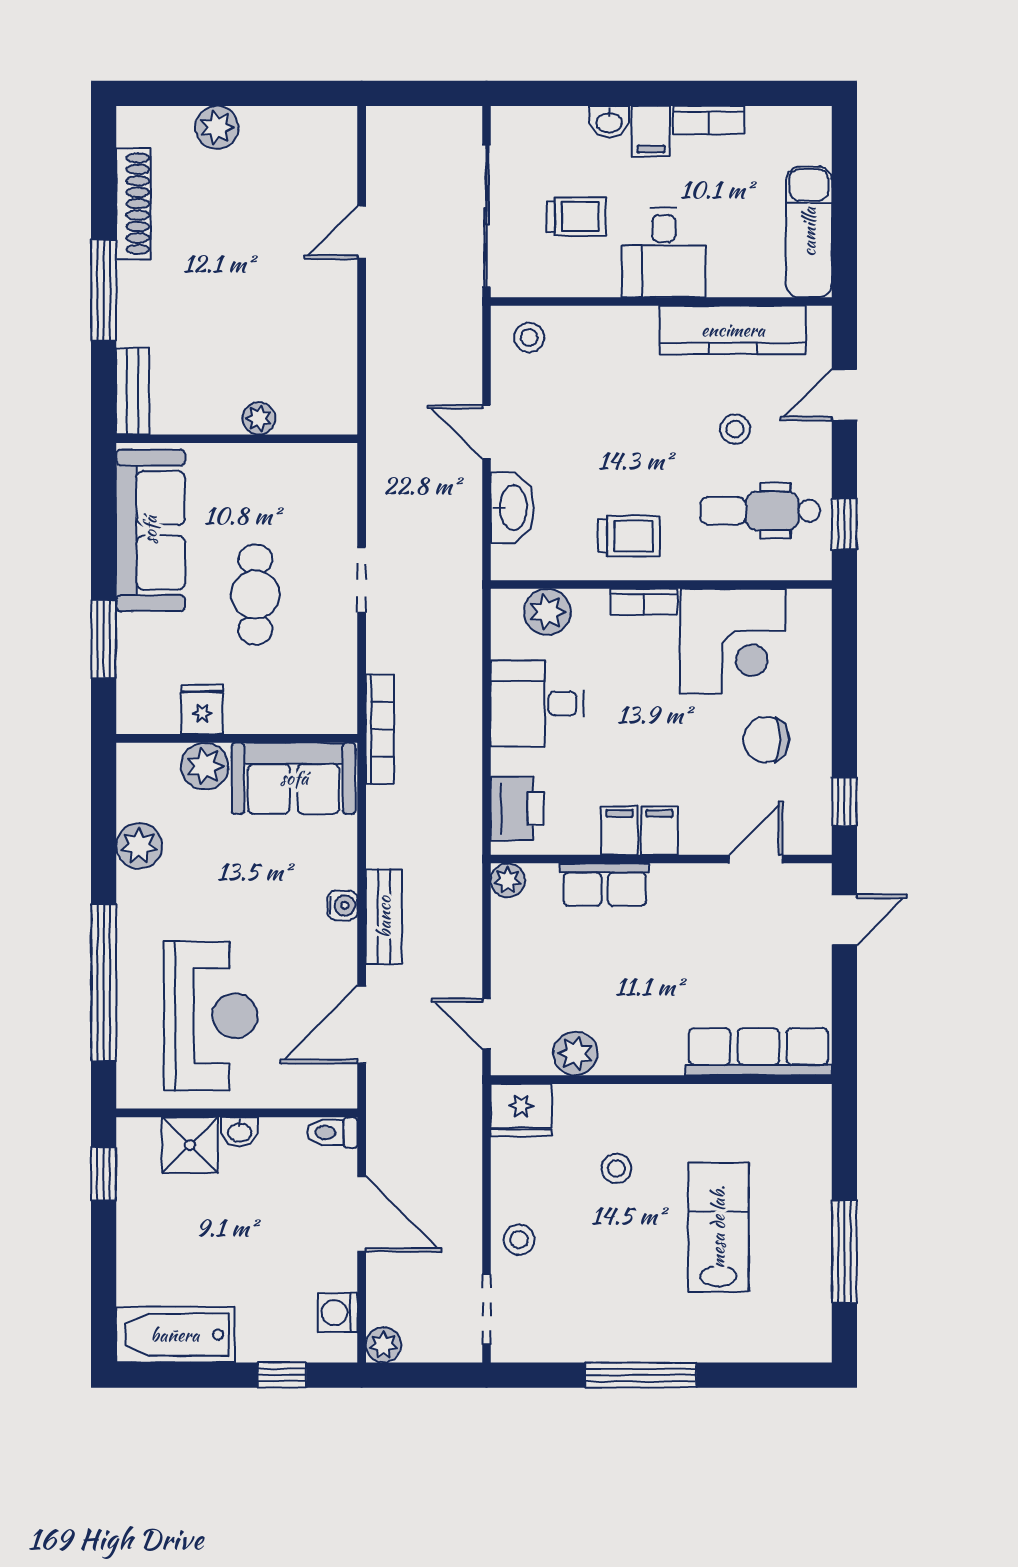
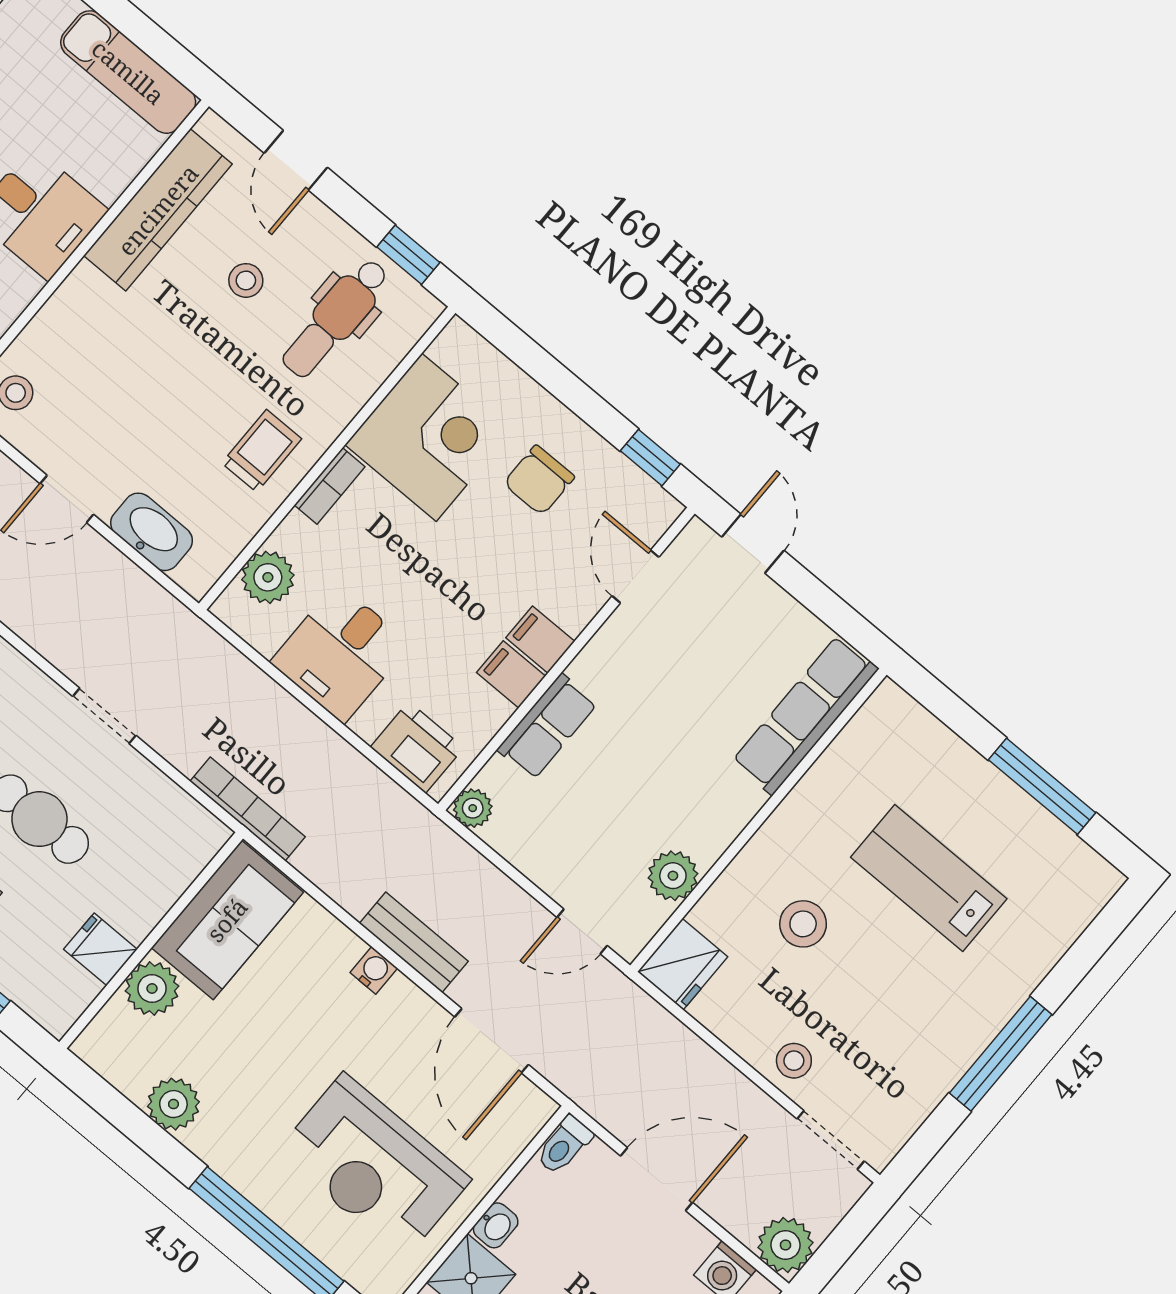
reception desk: (211, 1016) -> (374, 1166), turned 180
stool: (616, 1168) -> (803, 924), width x1.37, depth x1.37
plant: (384, 1345) -> (786, 1245), width x1.38, depth x1.38

